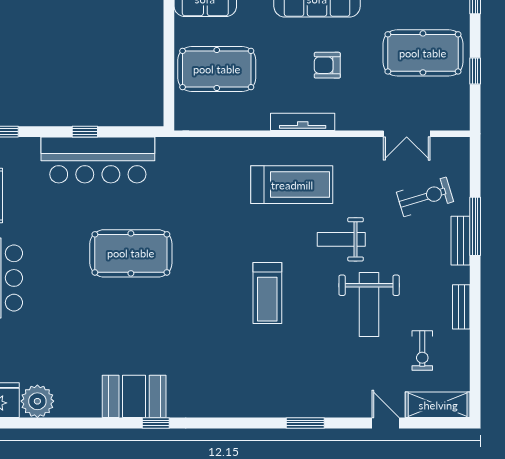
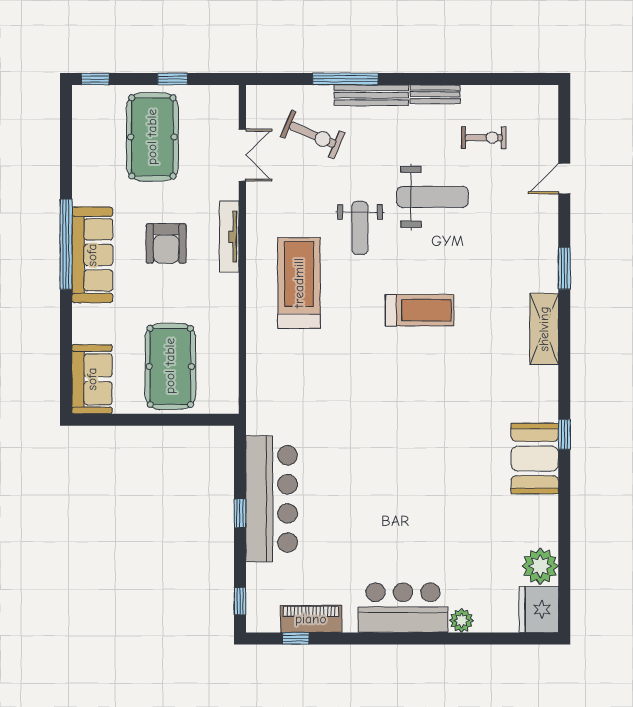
armchair: (327, 65) -> (166, 243), width x1.38, depth x1.38
tv unit: (303, 122) -> (229, 237), moved
exercise bike: (425, 197) -> (313, 135), turned 130
bench: (460, 241) -> (371, 95), width x1.36
pool table: (131, 253) -> (376, 462), removed
shelving: (438, 405) -> (544, 329), moved

